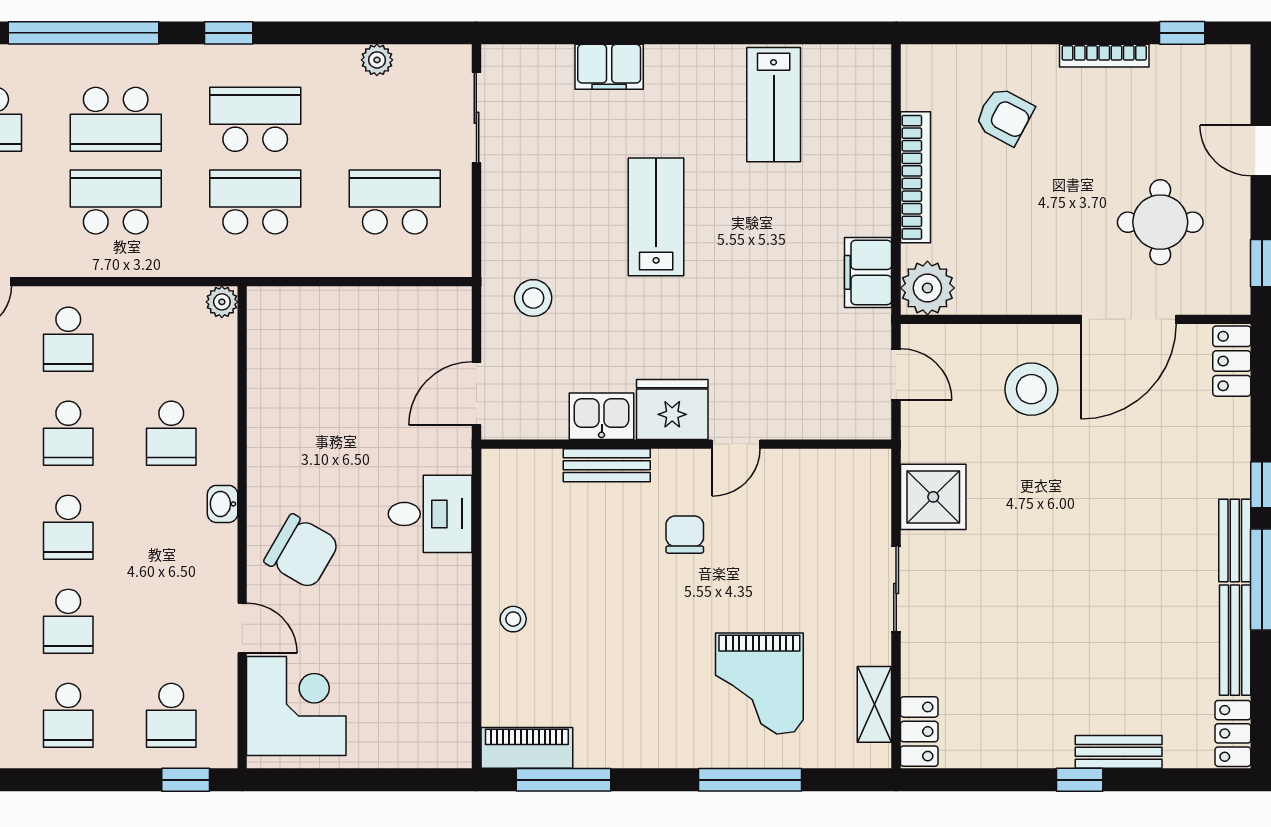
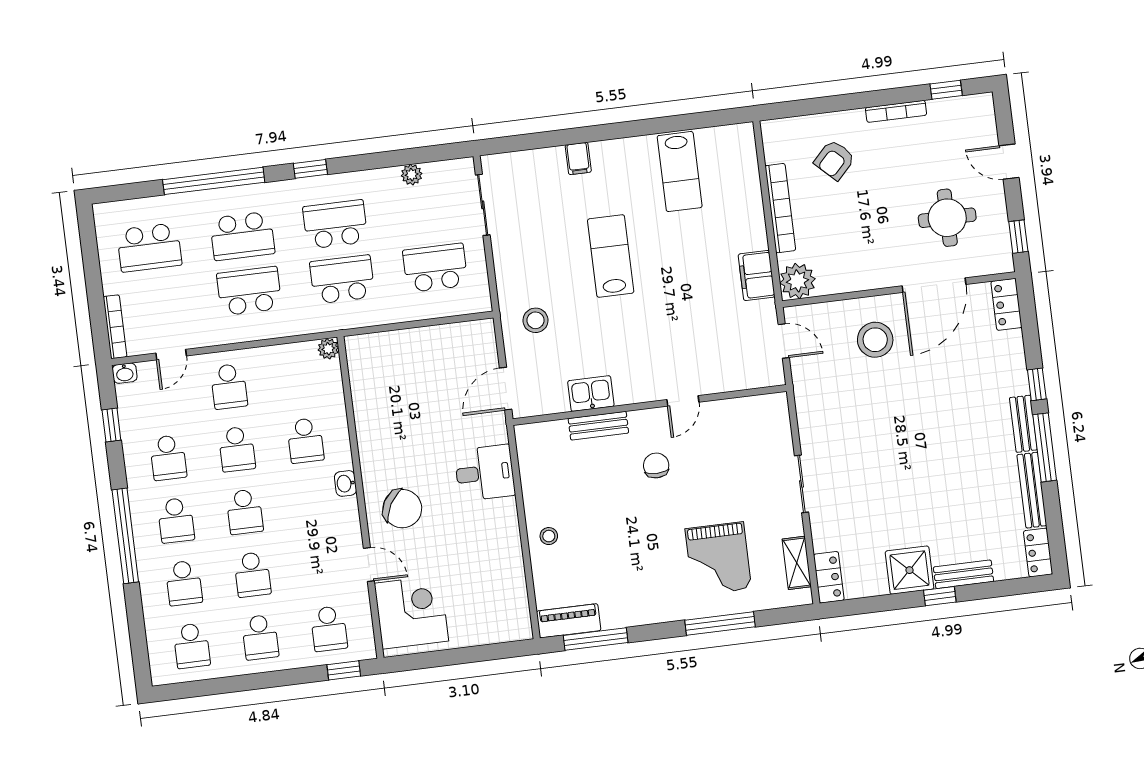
filing cabinet: (609, 67) -> (578, 159), width x0.50
armchair: (1004, 116) -> (834, 160), turned 106
fridge: (672, 409) -> (637, 383), removed
shower: (933, 497) -> (909, 570), moved

